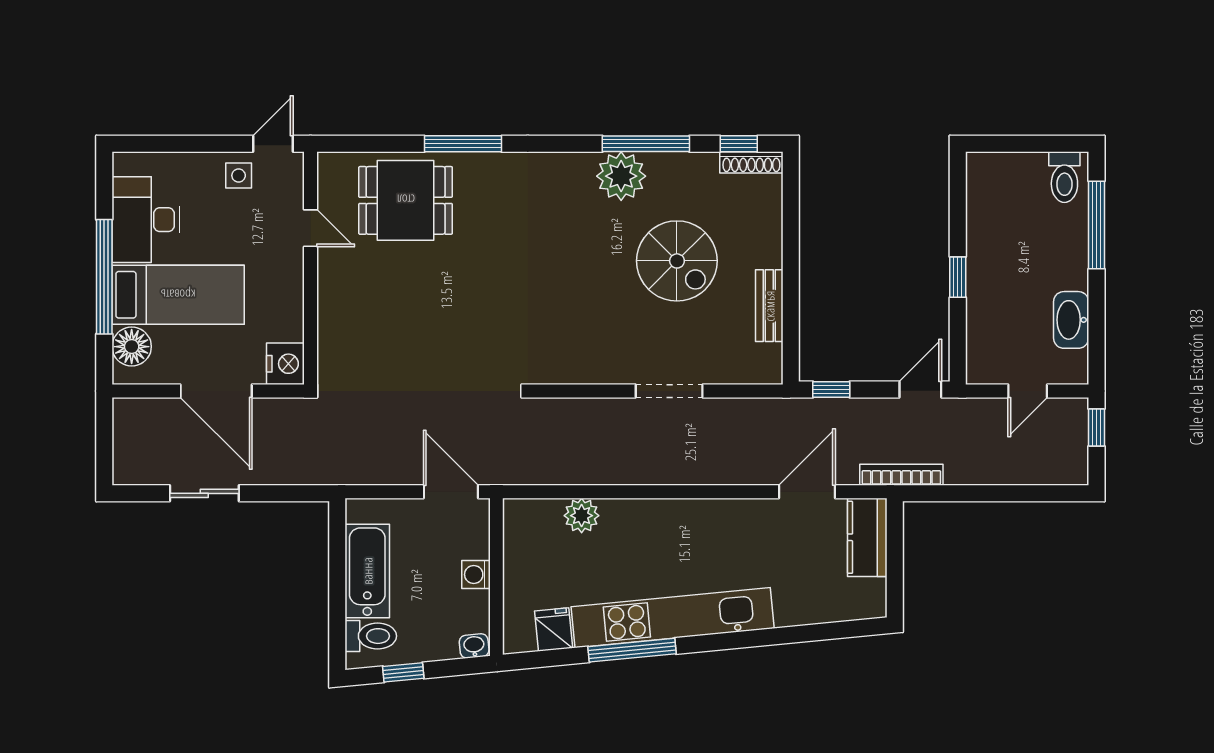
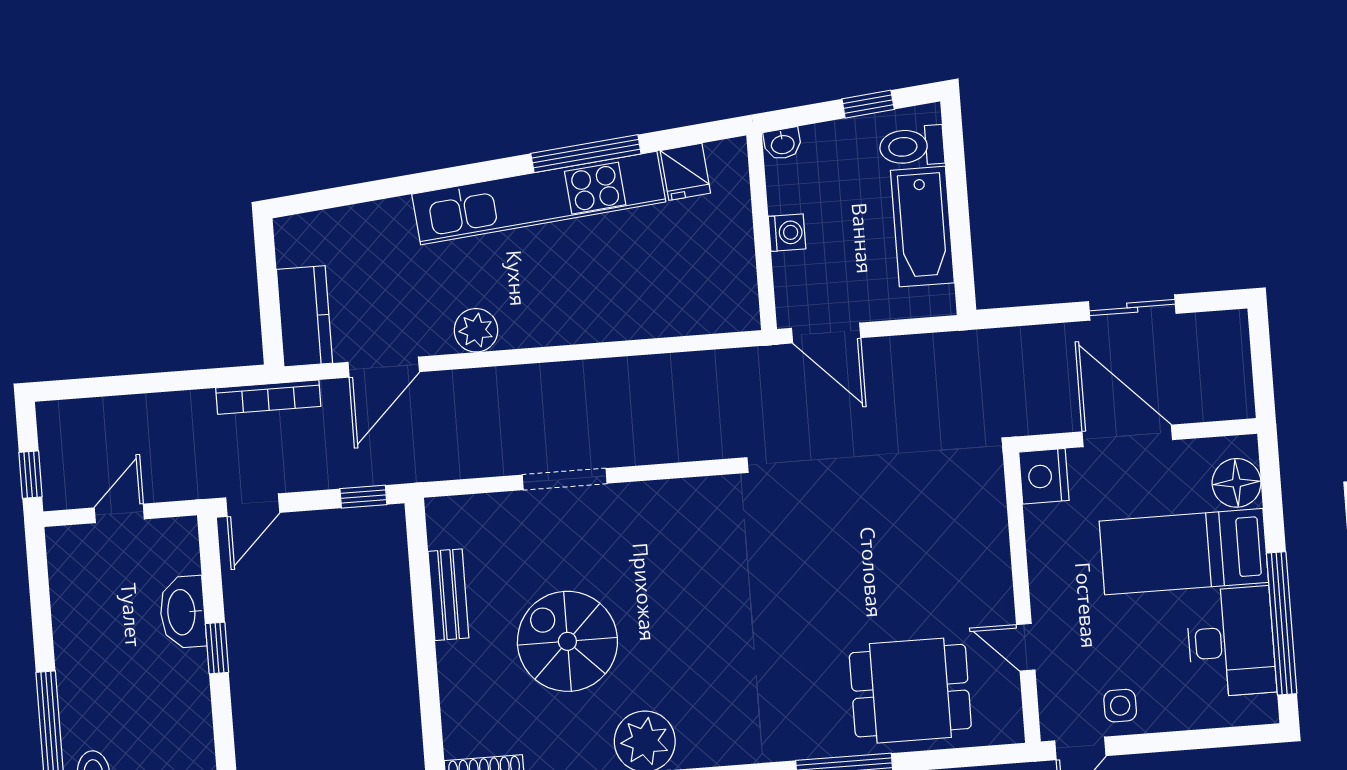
window: (104, 277) -> (1282, 623), moved
washbasin: (1071, 320) -> (183, 612), moved, turned 180
plant: (582, 516) -> (476, 330), moved

